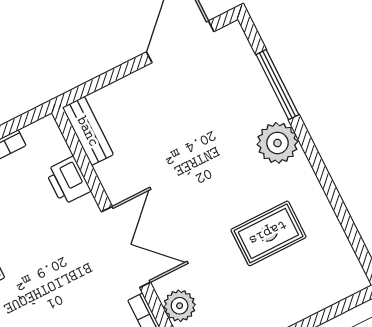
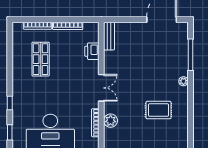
plant: (277, 143) -> (183, 81), width x0.53, depth x0.53
double door: (126, 247) -> (101, 88), width x0.73

